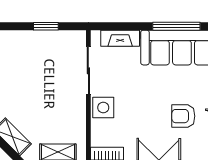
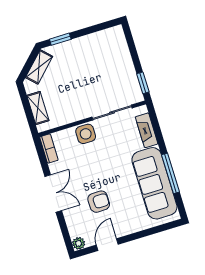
window: (46, 26) -> (143, 83), moved
armchair: (183, 116) -> (99, 202), turned 89

